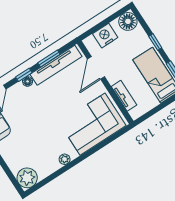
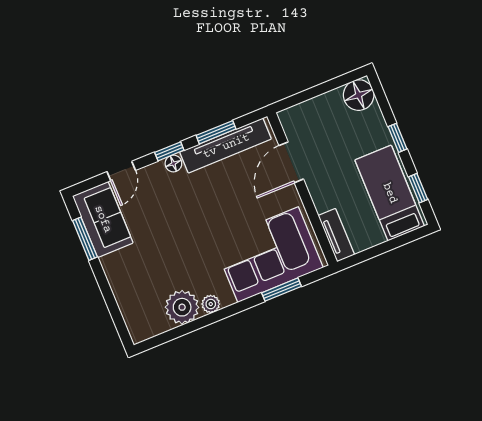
nightstand: (105, 36) -> (316, 112), removed
tv unit: (124, 96) -> (336, 235), moved
window: (104, 143) -> (281, 290), added
plant: (27, 178) -> (182, 307), moved

